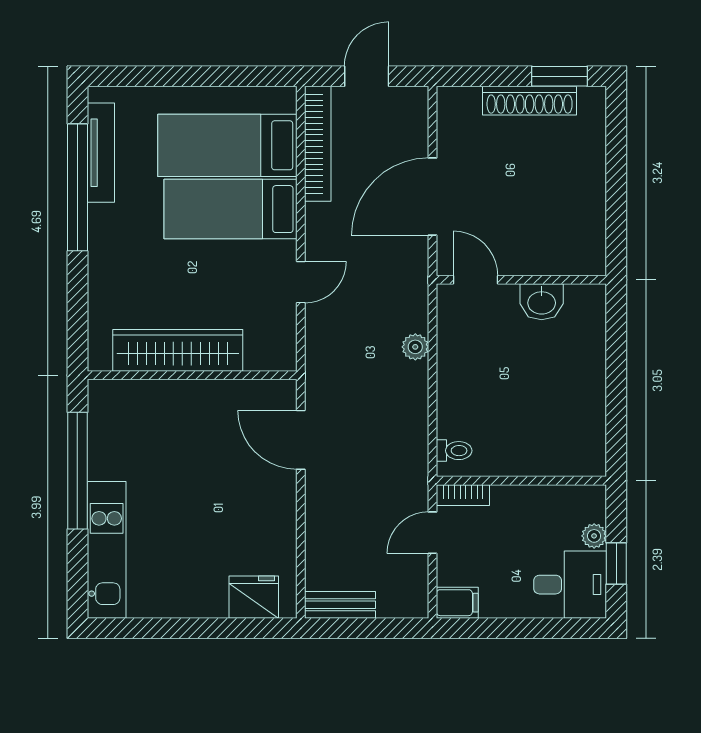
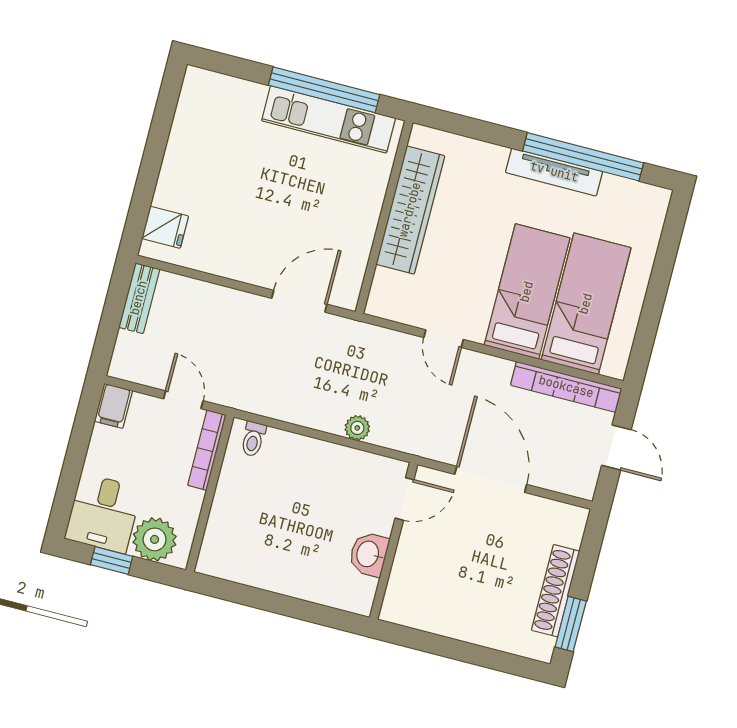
tv unit: (101, 153) -> (554, 172), moved
bookcase: (463, 495) -> (207, 450), width x1.56
plant: (594, 536) -> (155, 539), width x1.87, depth x1.87
kitchen unit: (107, 550) -> (329, 119), moved
fridge: (254, 597) -> (165, 227), width x0.72

